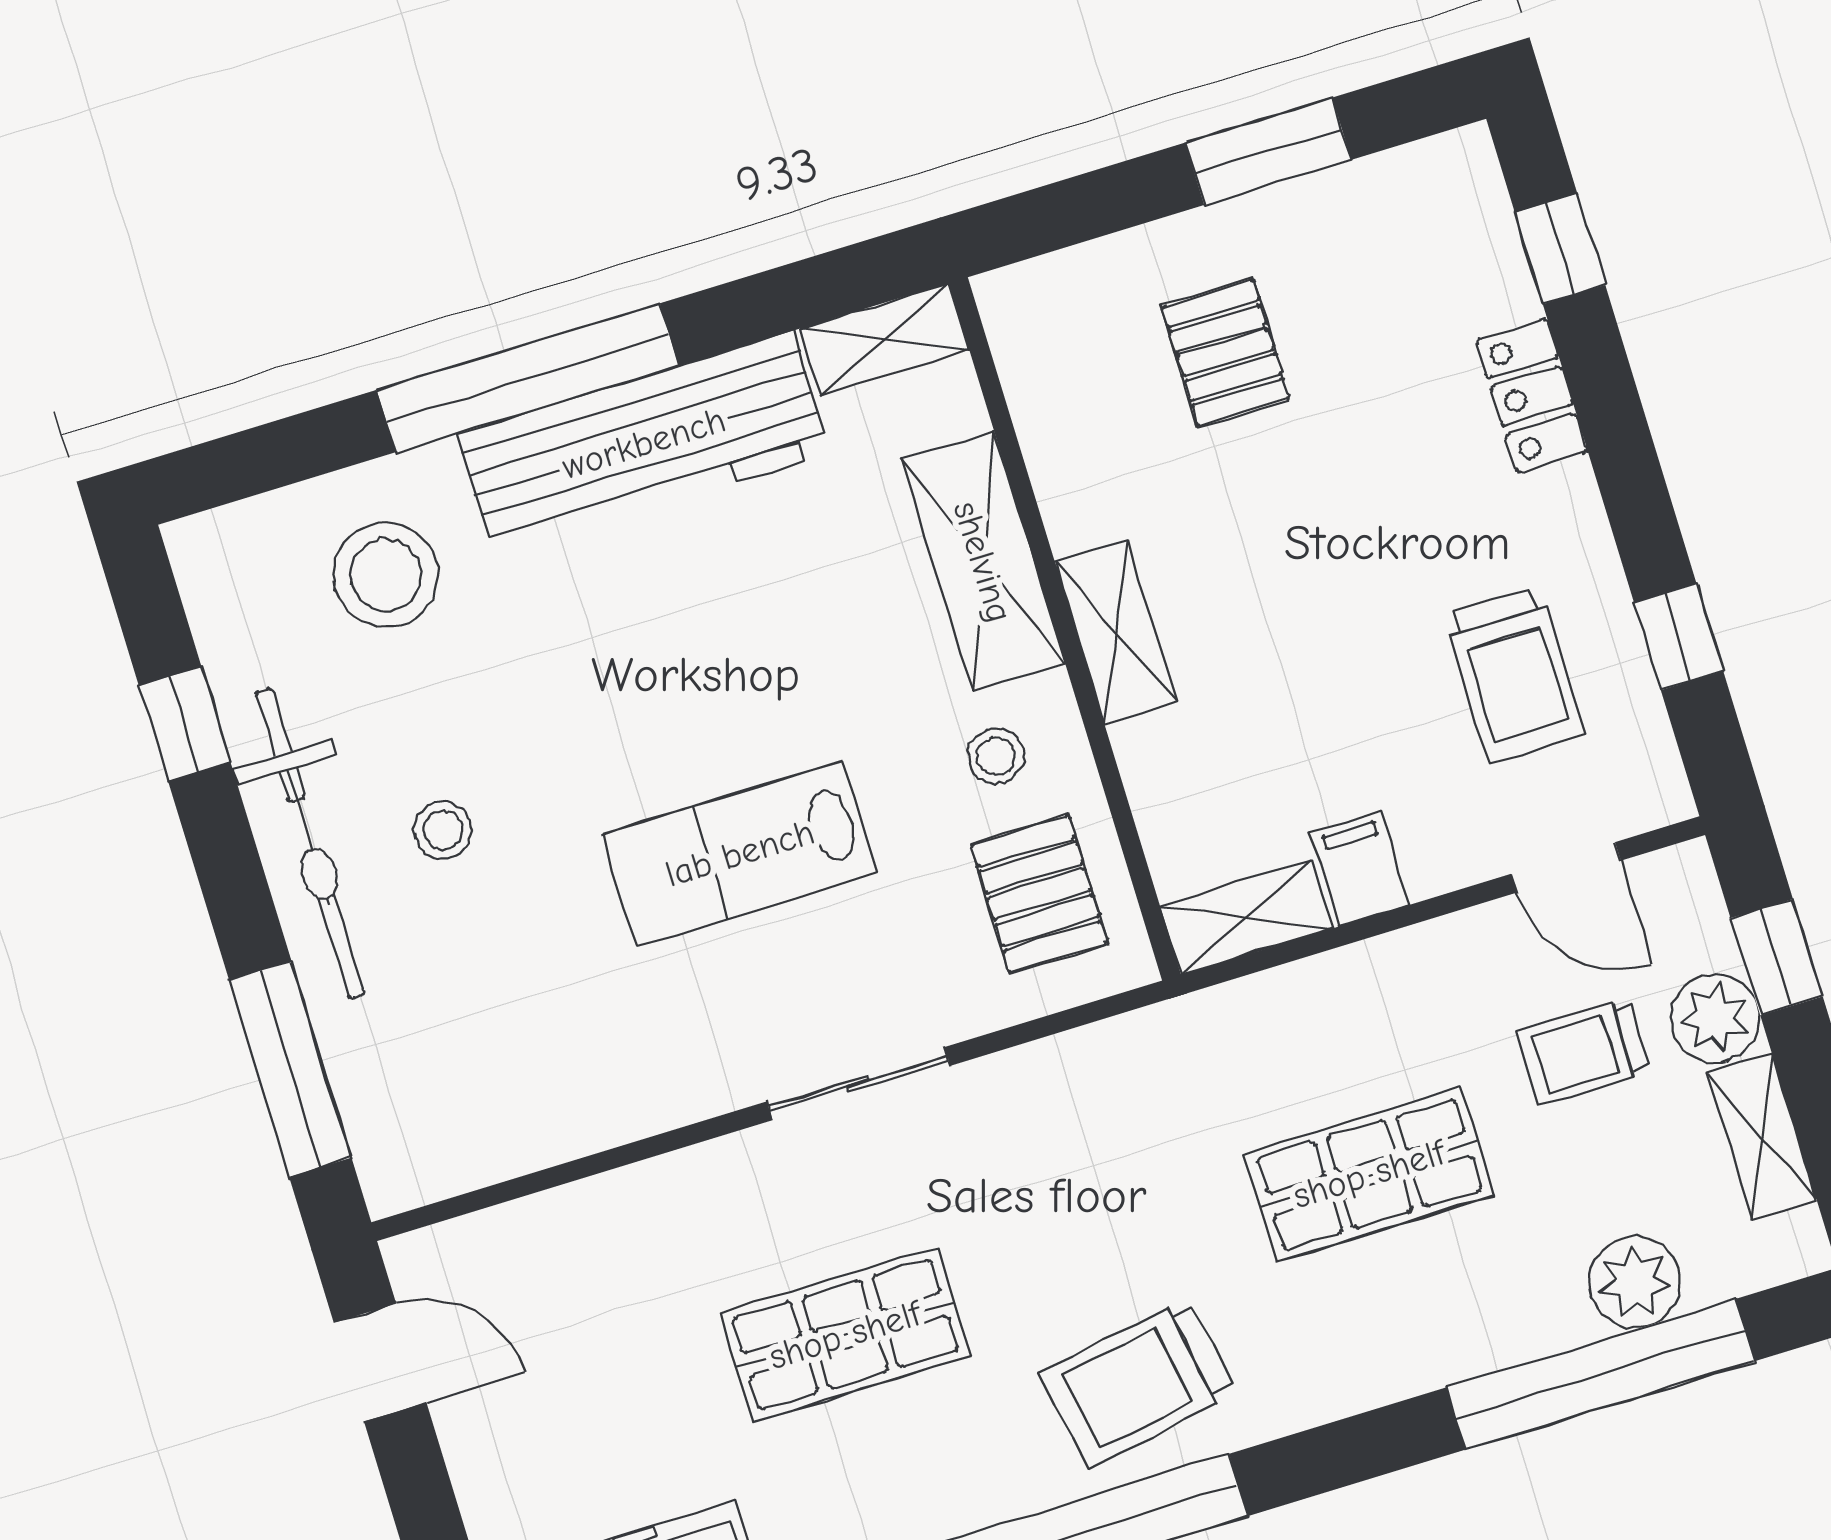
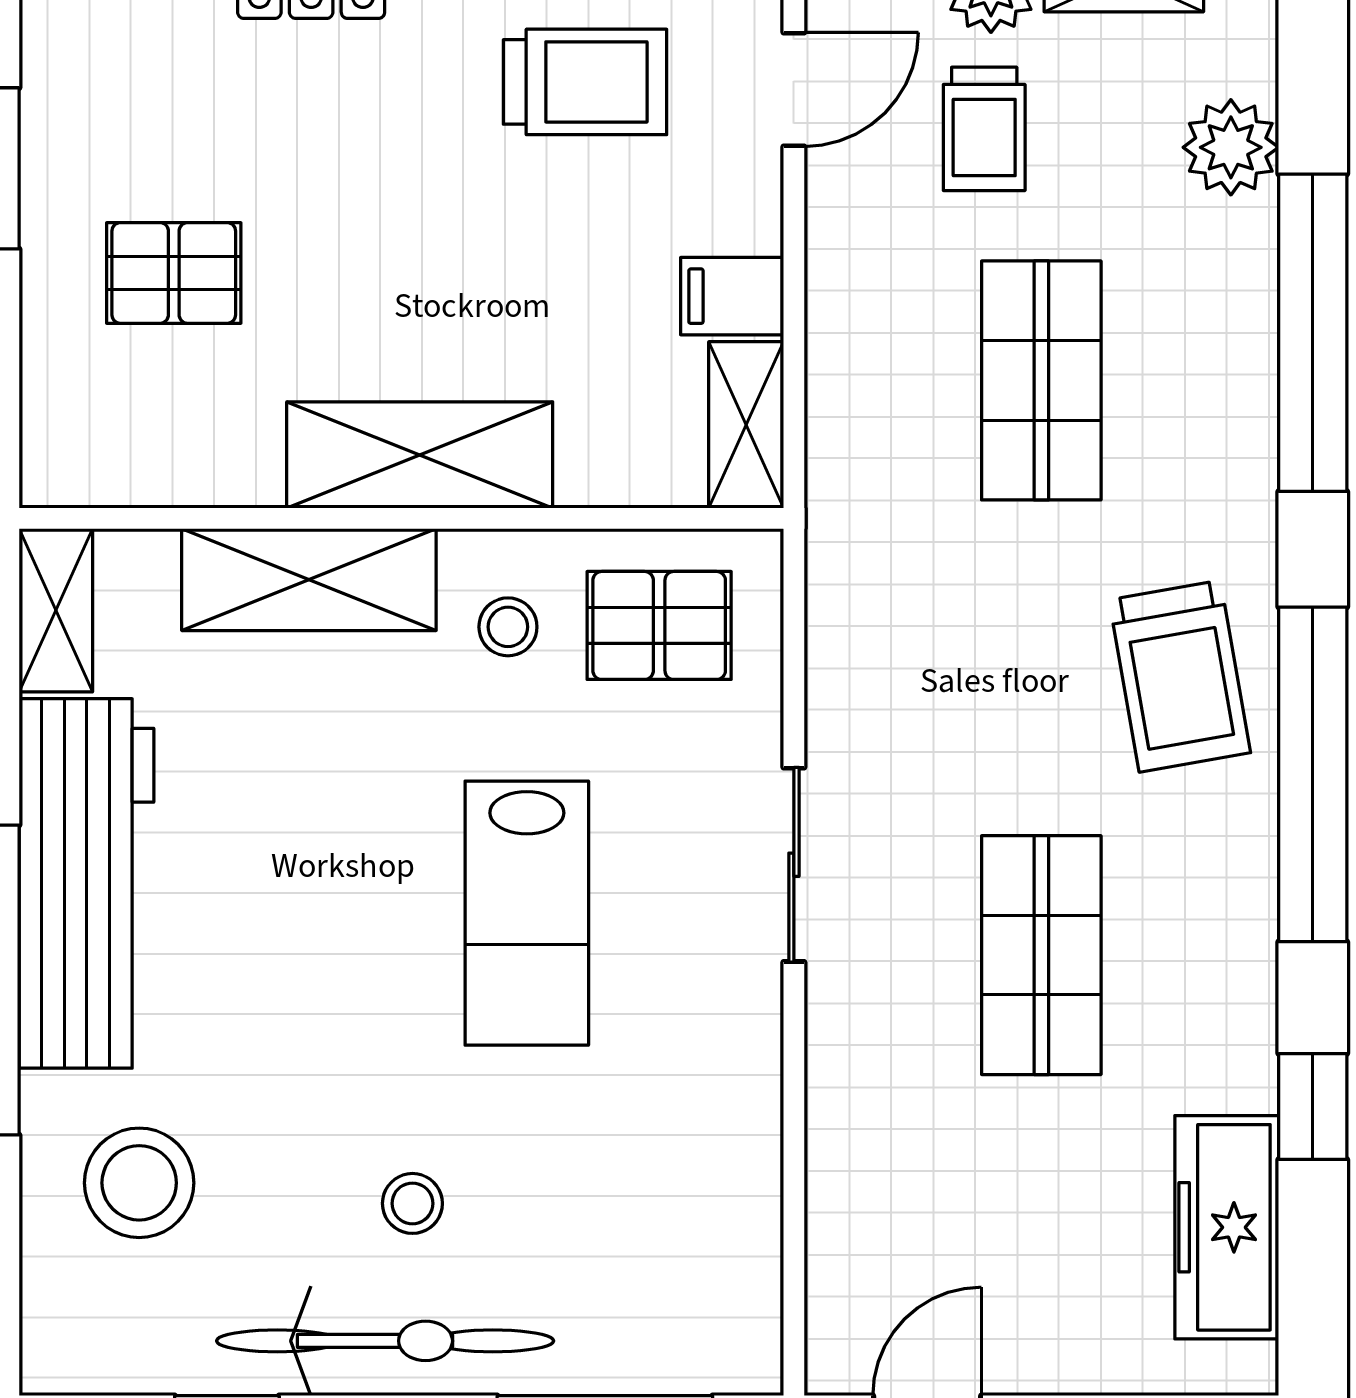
shelving: (1116, 632) -> (420, 455), width x1.50, depth x1.33
window: (1601, 1374) -> (1313, 333), moved

